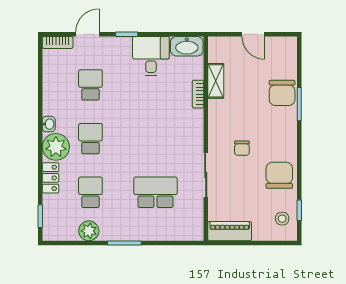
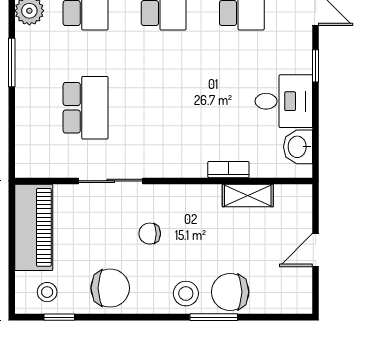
washbasin: (187, 46) -> (298, 147), width x0.72
stool: (283, 123) -> (186, 294), added
piano: (230, 231) -> (34, 227), width x1.37, depth x1.33

